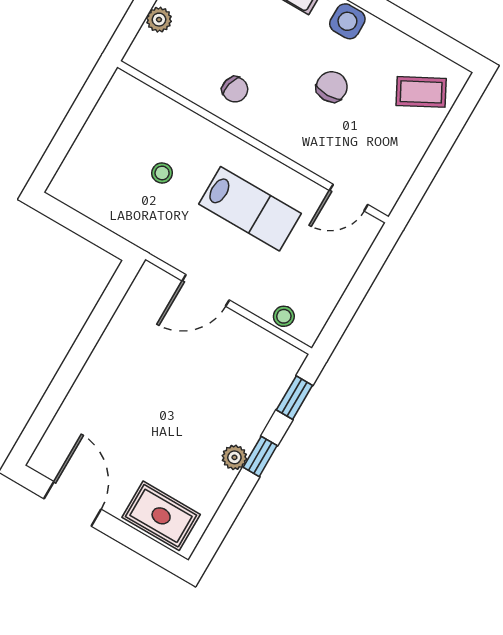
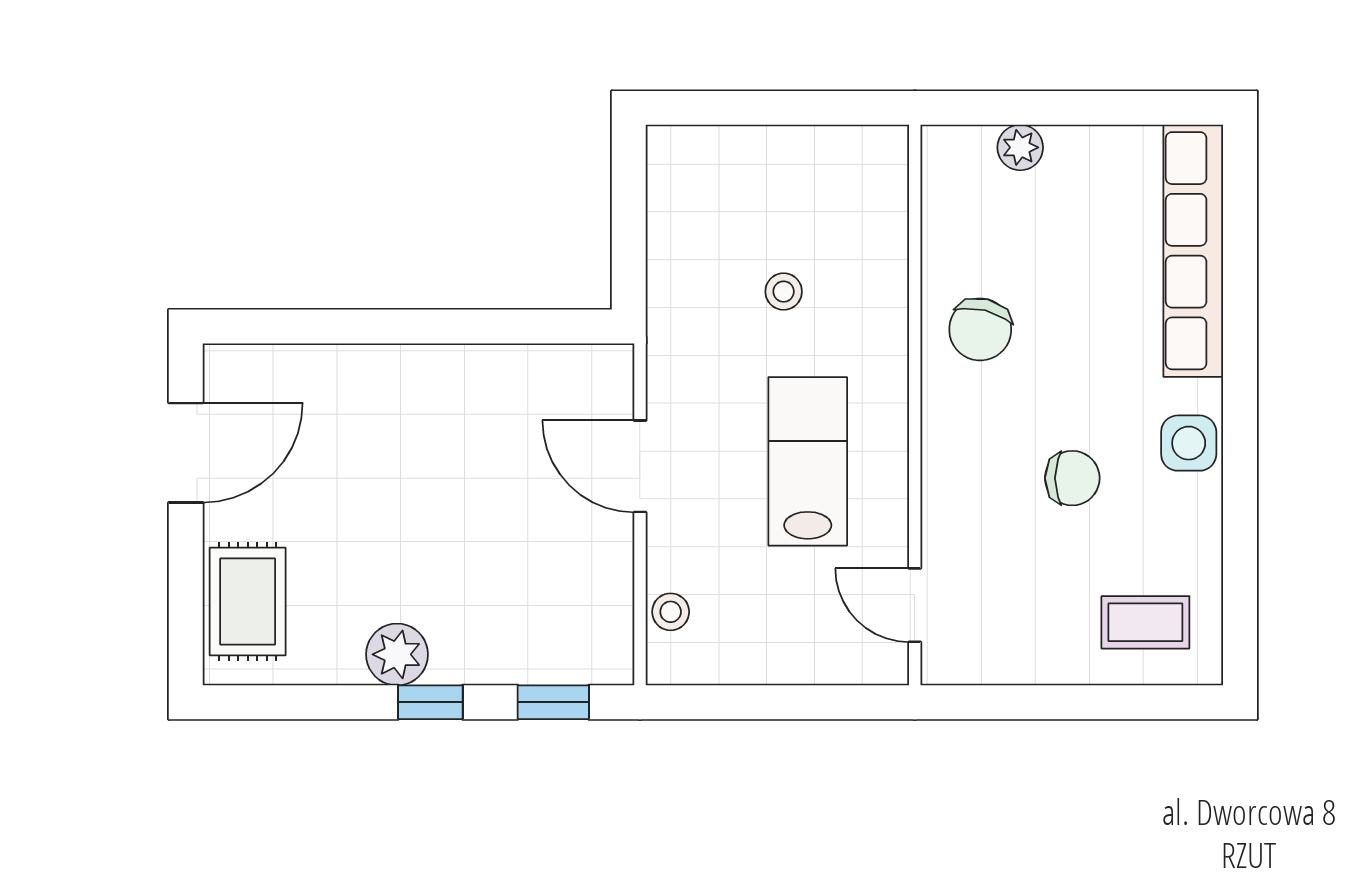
chair: (235, 89) -> (980, 329), width x1.37, depth x1.37
coffee table: (421, 92) -> (1145, 622), turned -62
lab bench: (250, 209) -> (808, 461), turned 180
plant: (234, 457) -> (397, 654), width x1.38, depth x1.38

